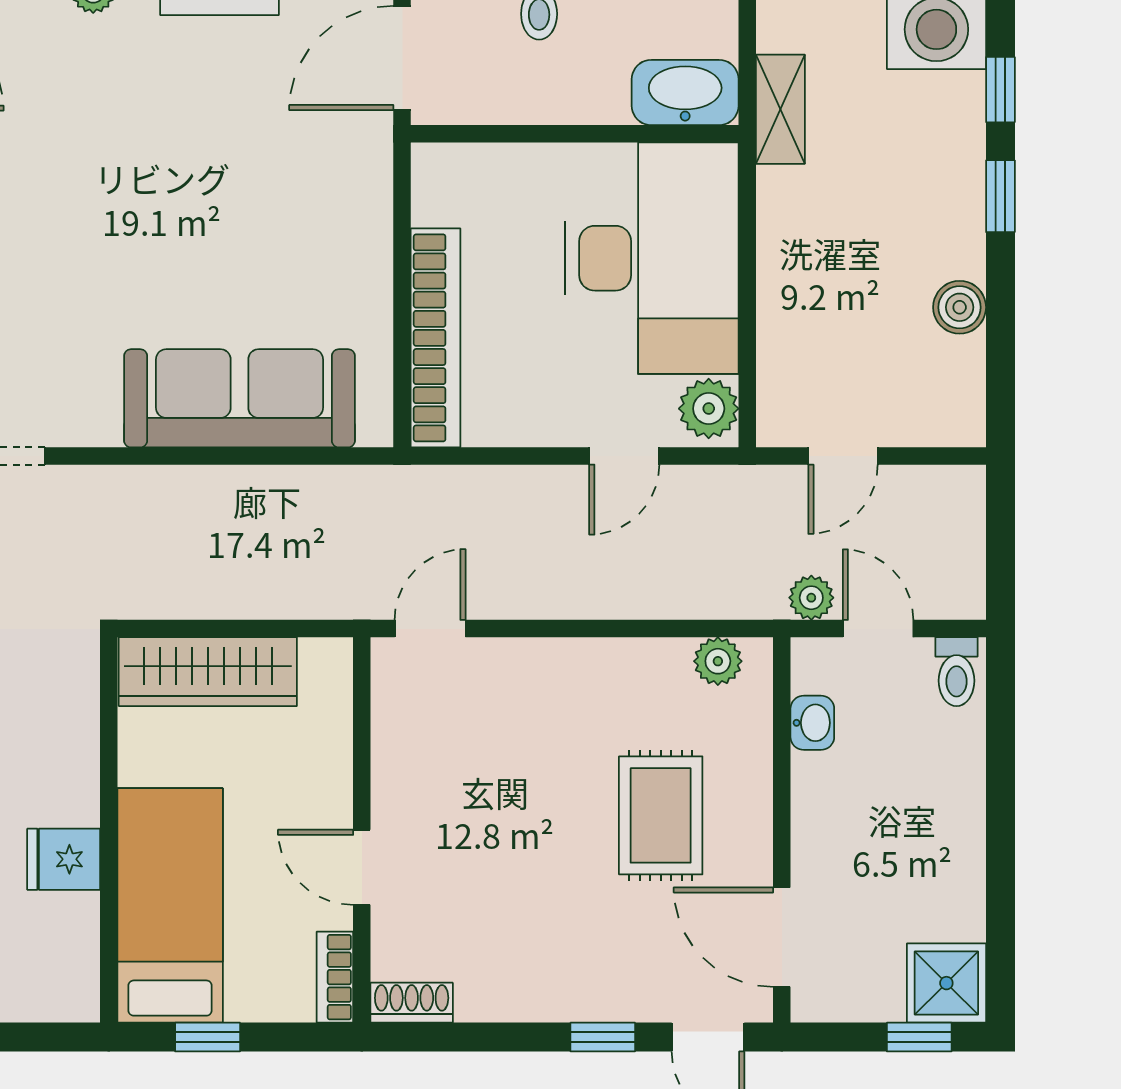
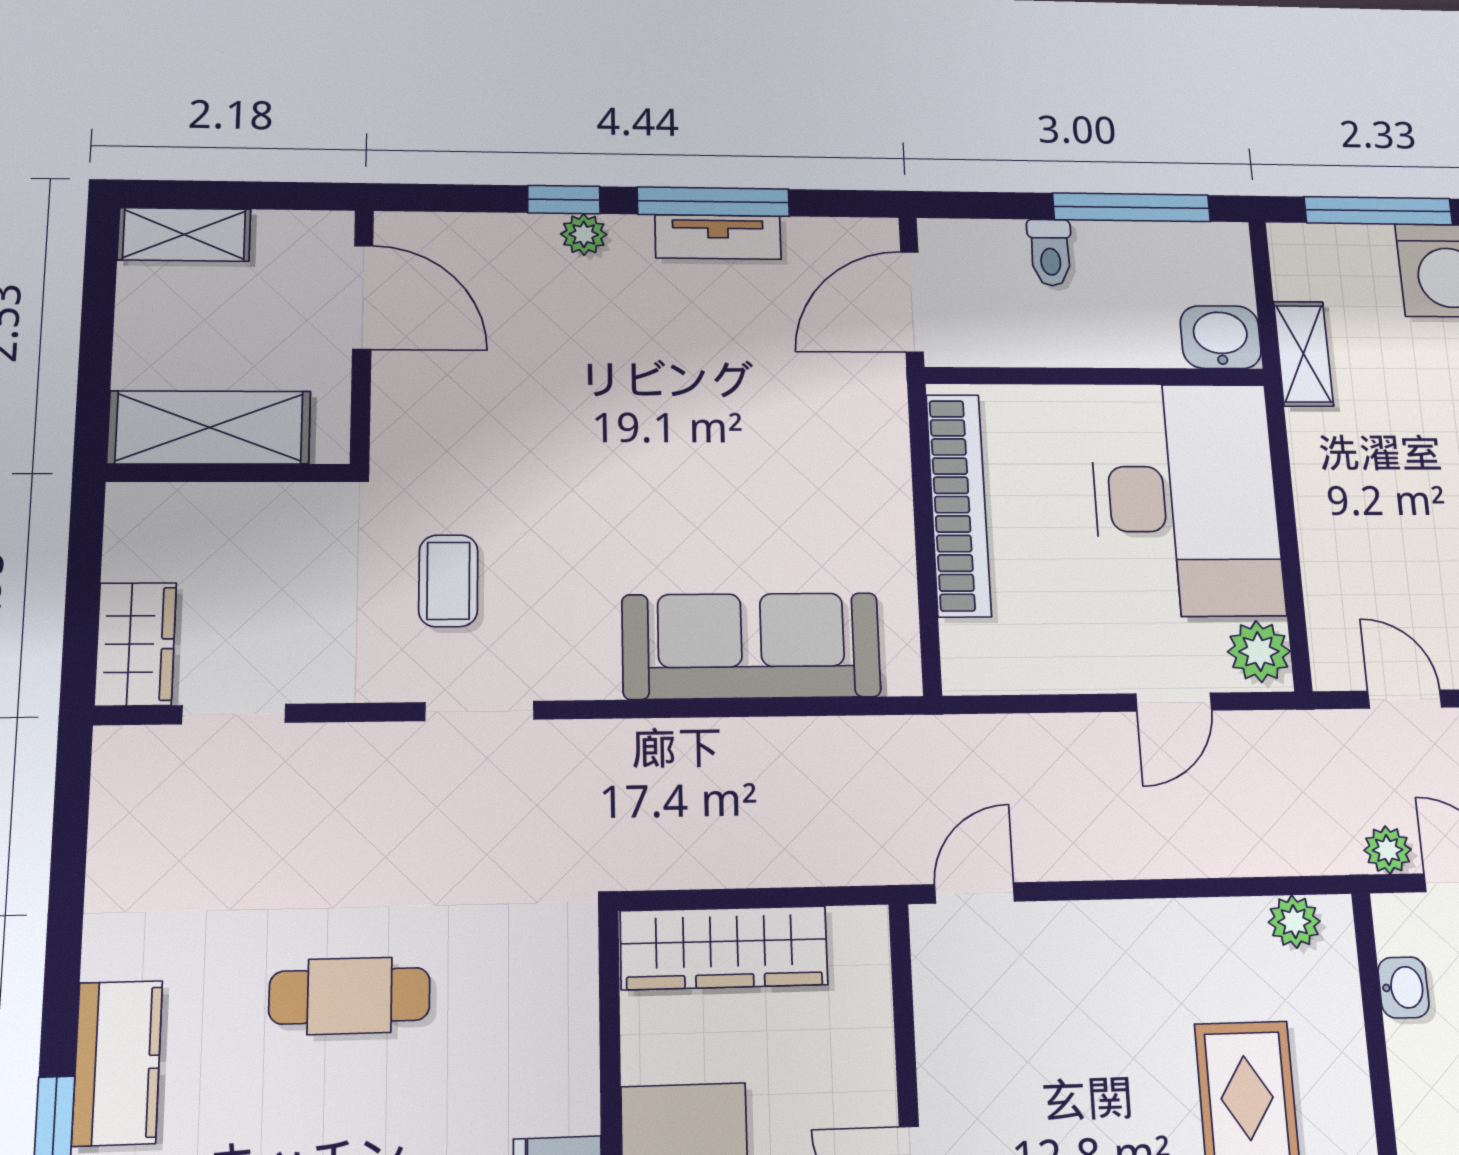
washbasin: (685, 92) -> (1221, 337), width x0.72
bookcase: (436, 338) -> (958, 505), moved
door: (843, 456) -> (1405, 699), swing flipped

